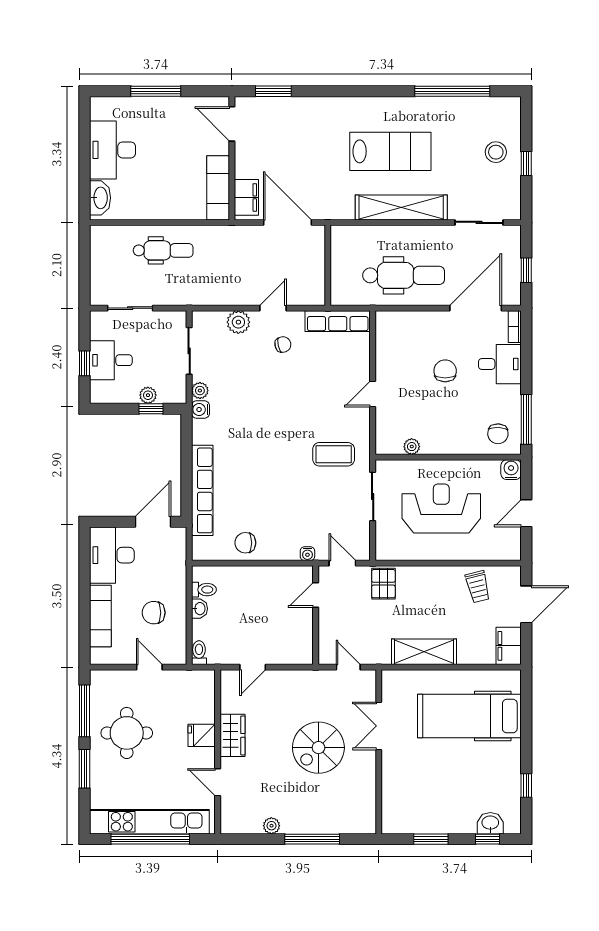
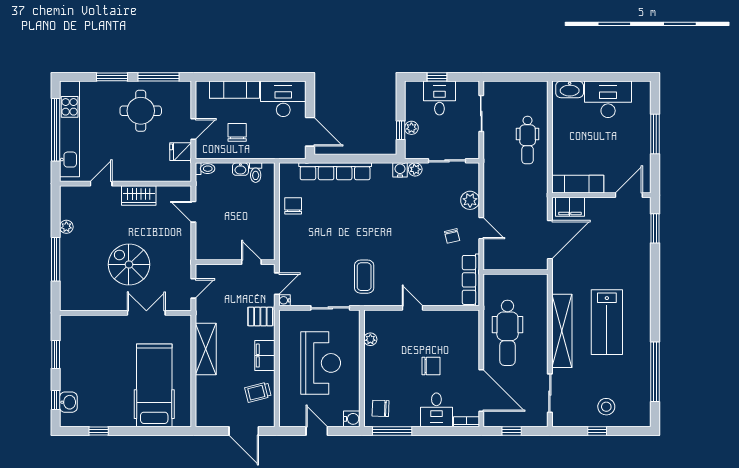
water cooler: (307, 554) -> (284, 300), moved
filing cabinet: (509, 646) -> (265, 356), moved, turned -90
fridge: (202, 735) -> (181, 152), moved, turned -90

